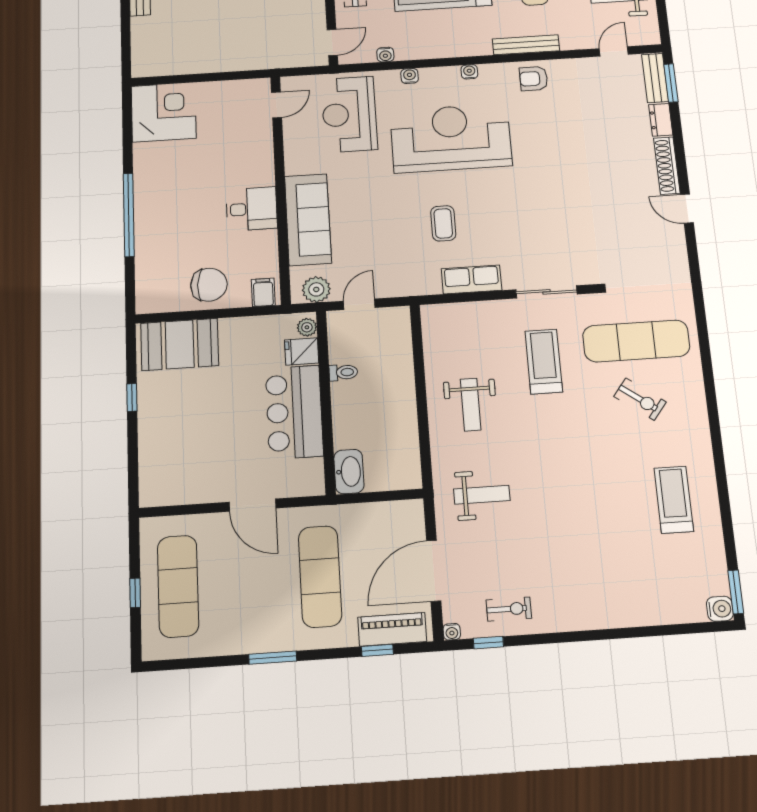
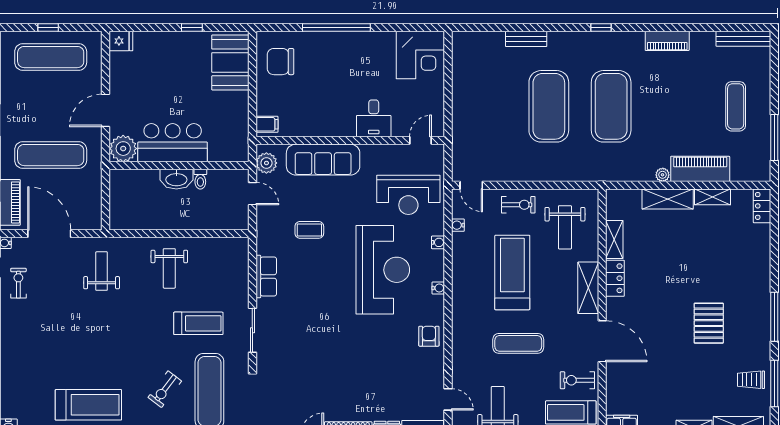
bench: (526, 45) -> (459, 333), removed
door: (277, 105) -> (420, 140), swing flipped
reception desk: (349, 114) -> (408, 195), turned 180
desk: (252, 209) -> (374, 118), moved
coffee table: (443, 223) -> (309, 230), moved
chair: (209, 285) -> (281, 62), moved, turned 87
plant: (307, 327) -> (123, 149), moved, width x1.88, depth x1.88
fridge: (302, 351) -> (121, 41), moved, turned 90
weight bench: (471, 405) -> (169, 268), turned -90
washbasin: (349, 472) -> (176, 179), moved
weight bench: (482, 495) -> (102, 271), turned 180
treadmill: (674, 500) -> (88, 405), width x1.37, depth x1.38
exercise bike: (509, 609) -> (18, 283), turned 180

